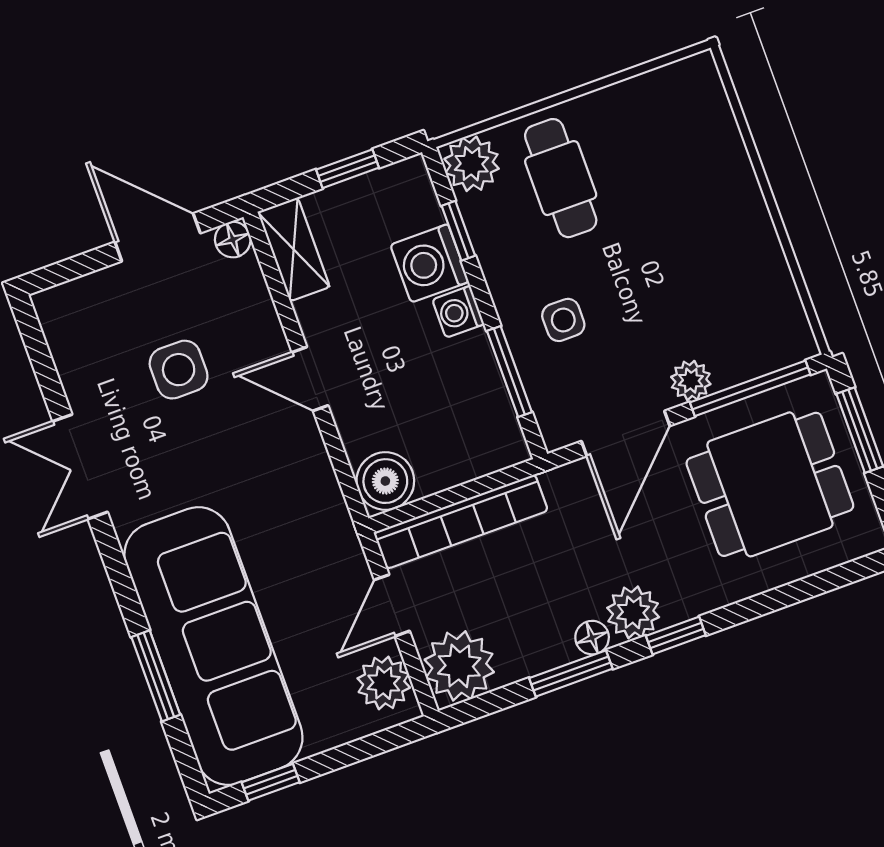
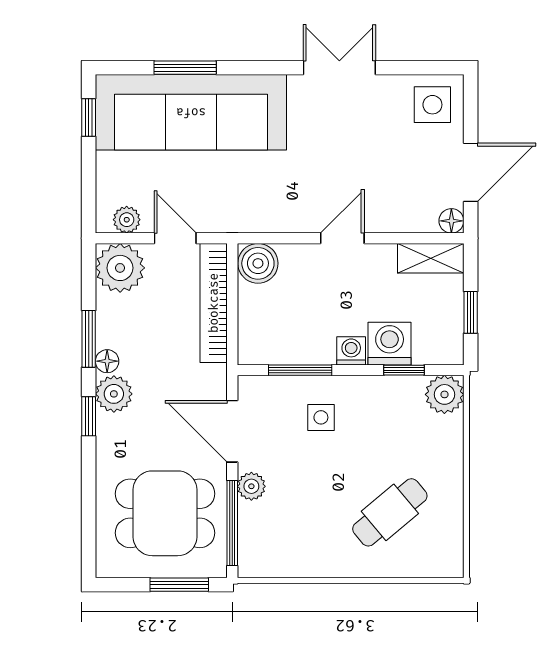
cafe table: (561, 178) -> (390, 512), moved, turned -40
side table: (179, 370) -> (432, 105), moved
dining table: (770, 484) -> (165, 513), turned 90
plant: (384, 683) -> (127, 220), width x0.73, depth x0.73

